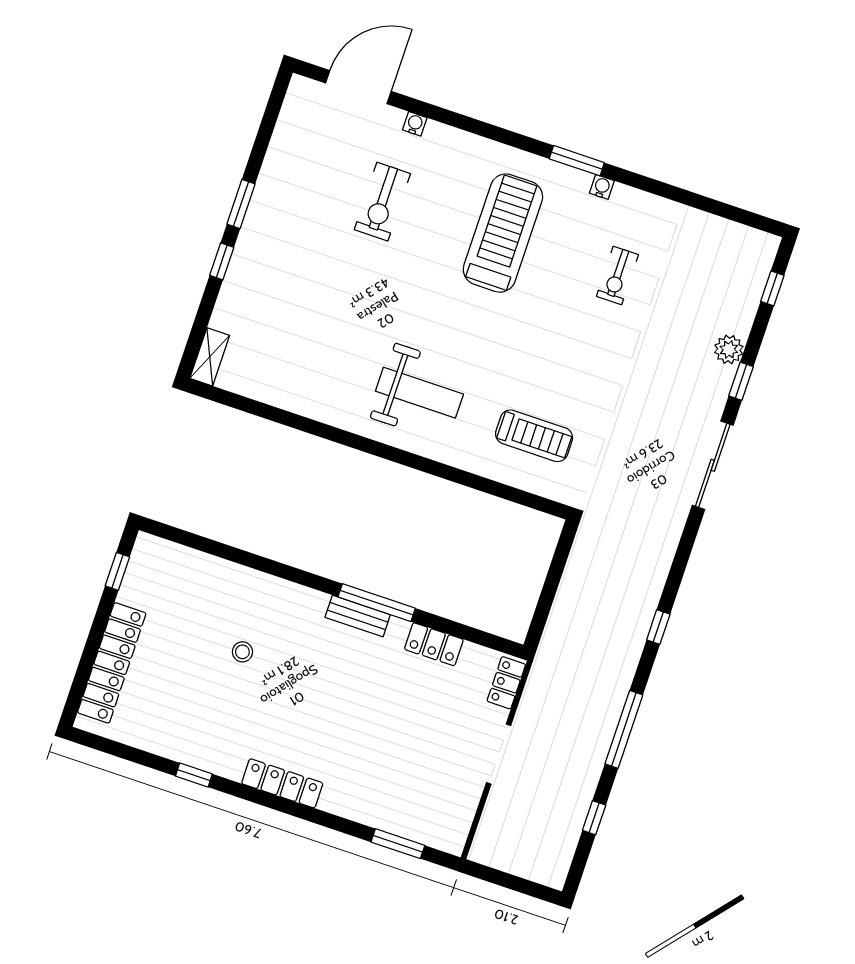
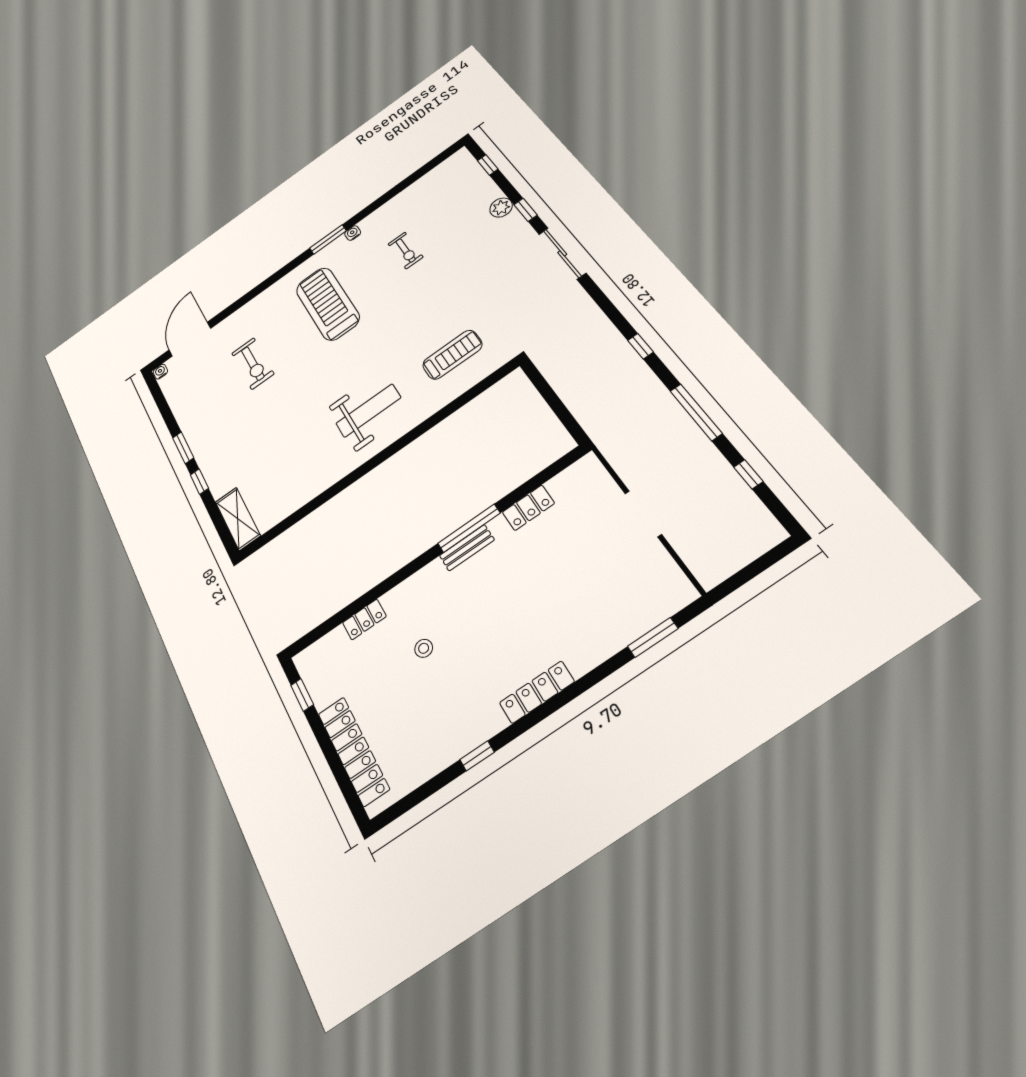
water cooler: (415, 124) -> (160, 372), moved
shelving: (210, 357) -> (238, 519), width x1.50, depth x1.33
locker: (506, 683) -> (364, 619), moved, turned -90

